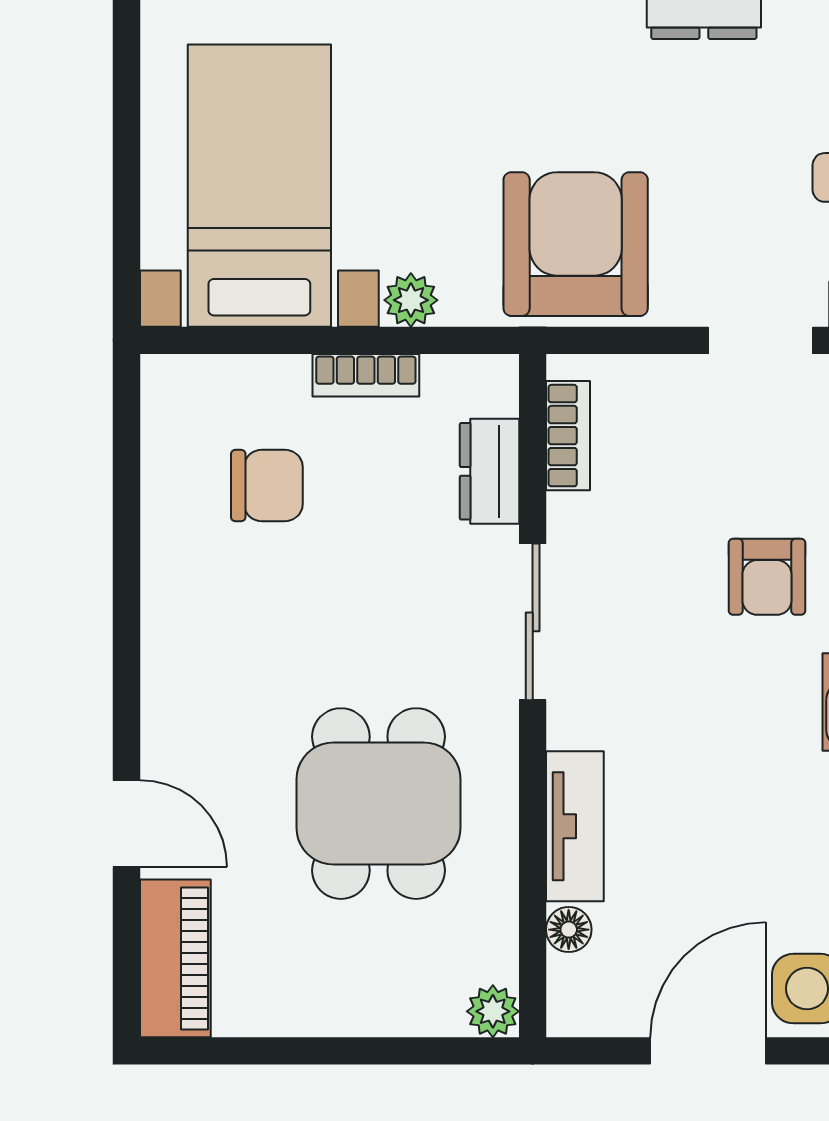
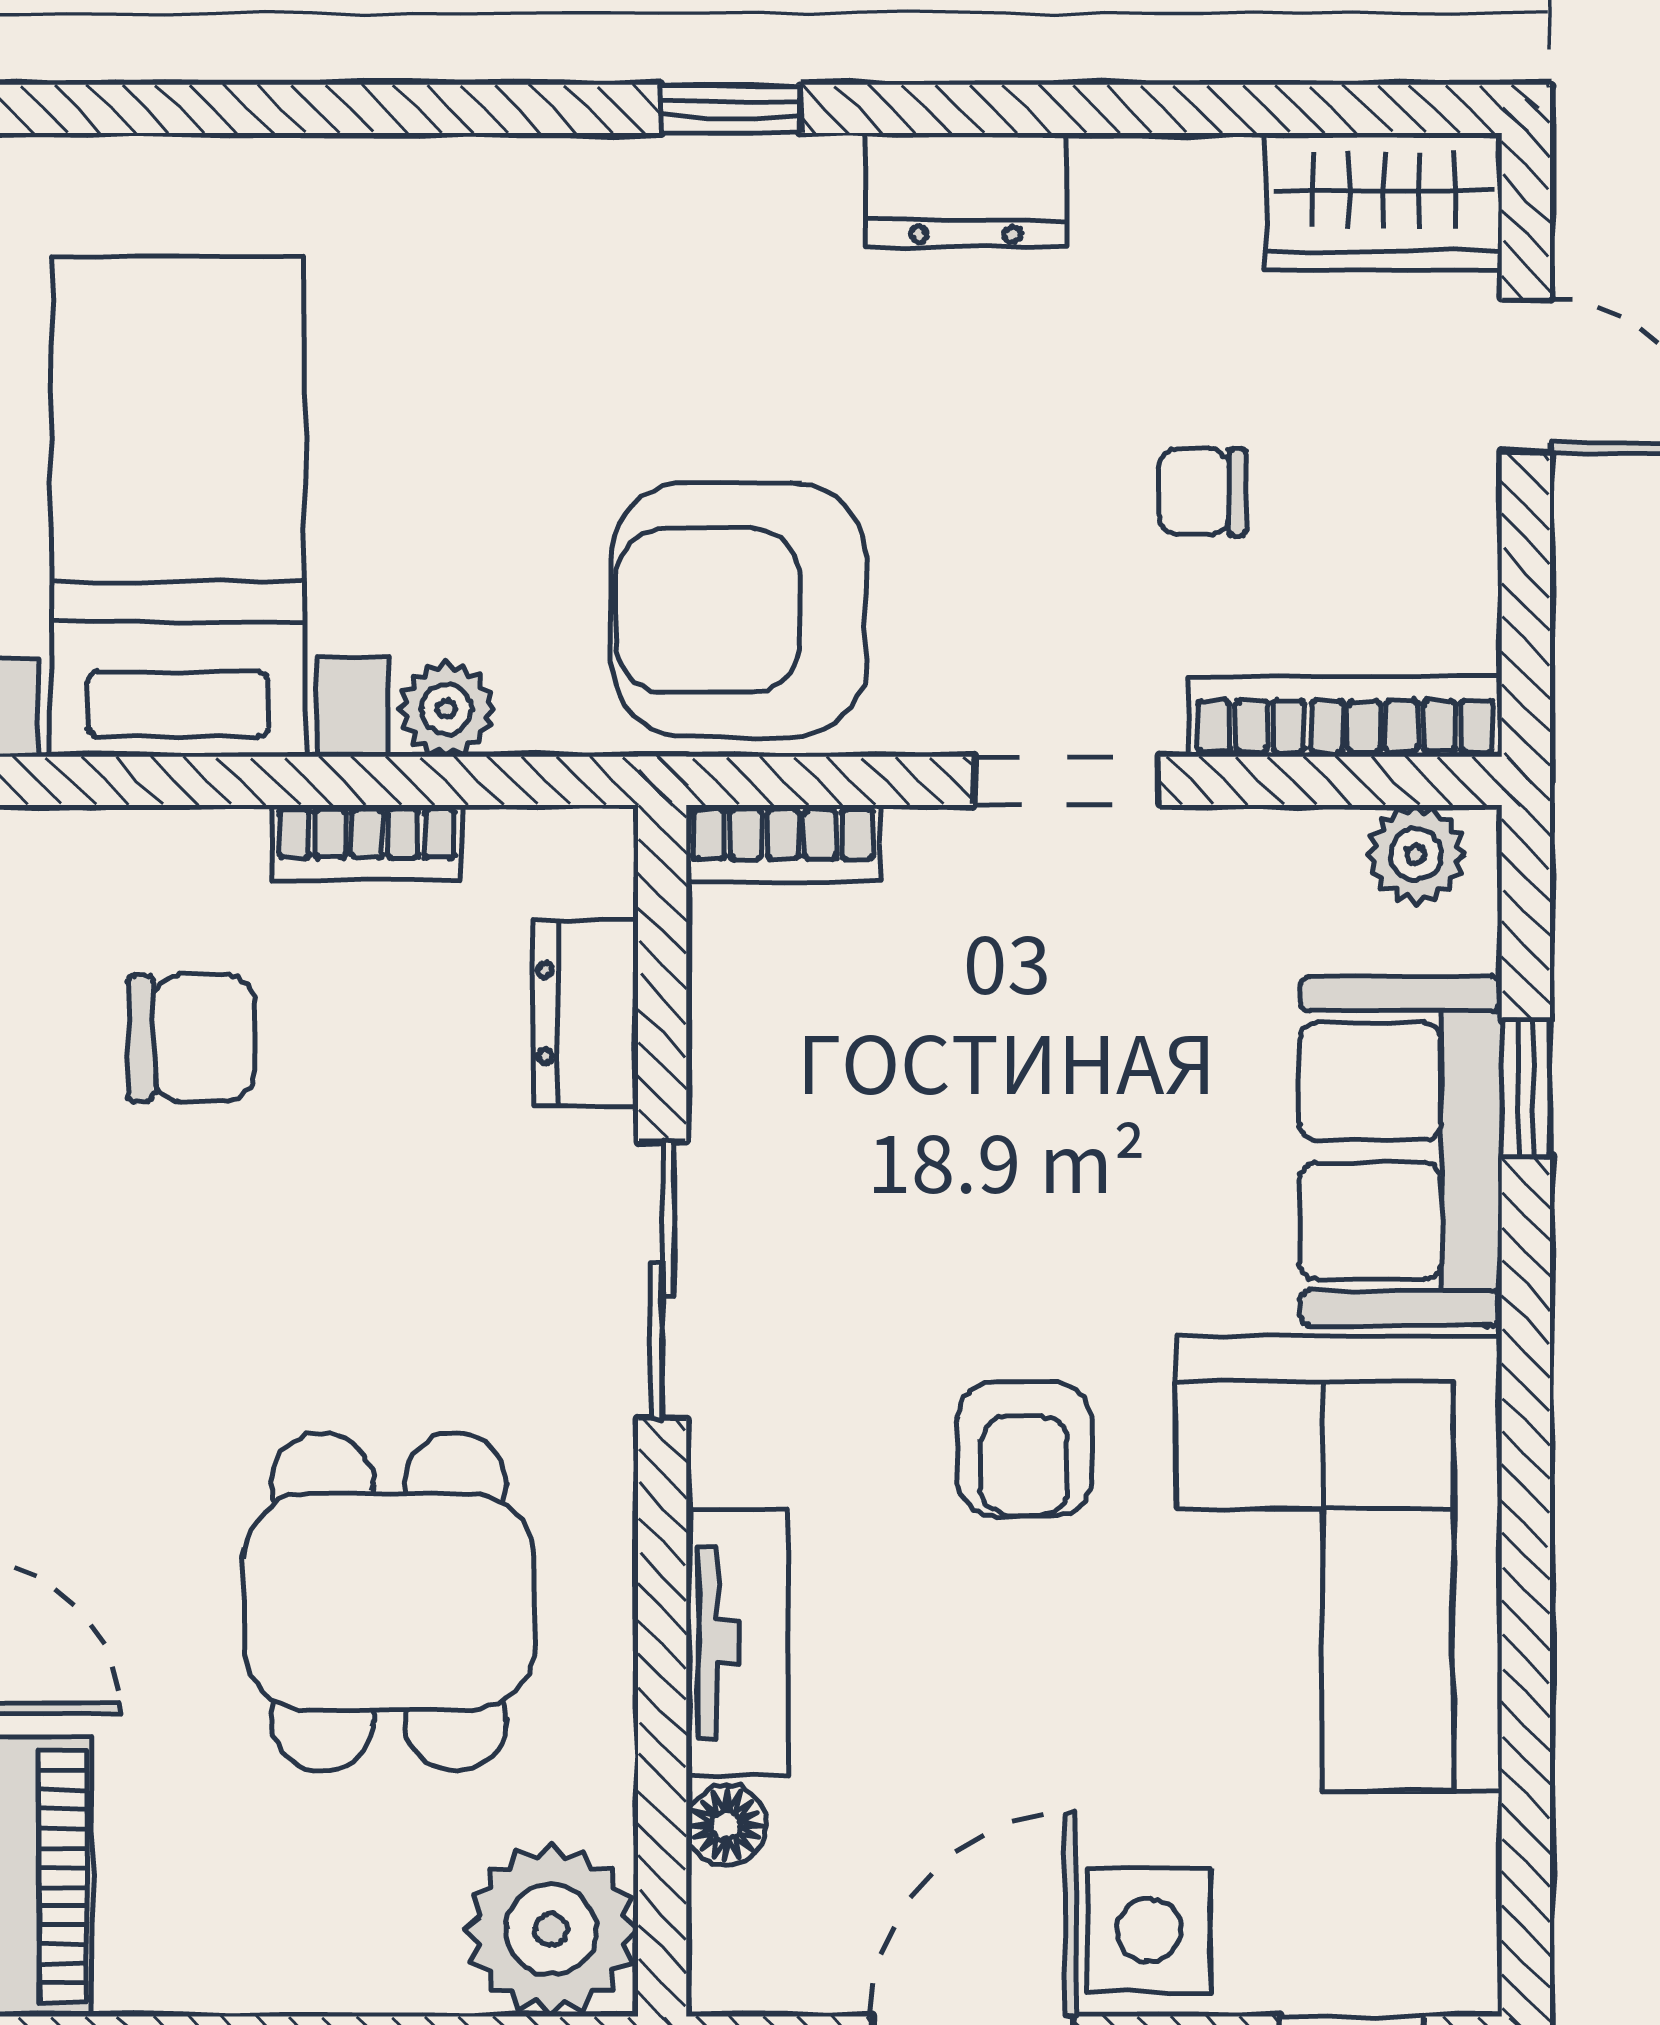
armchair: (576, 244) -> (739, 610), turned -90
bookcase: (568, 436) -> (783, 844), moved, turned 90
armchair: (767, 577) -> (1024, 1449), moved
plant: (493, 1011) -> (551, 1930), width x1.88, depth x1.88

